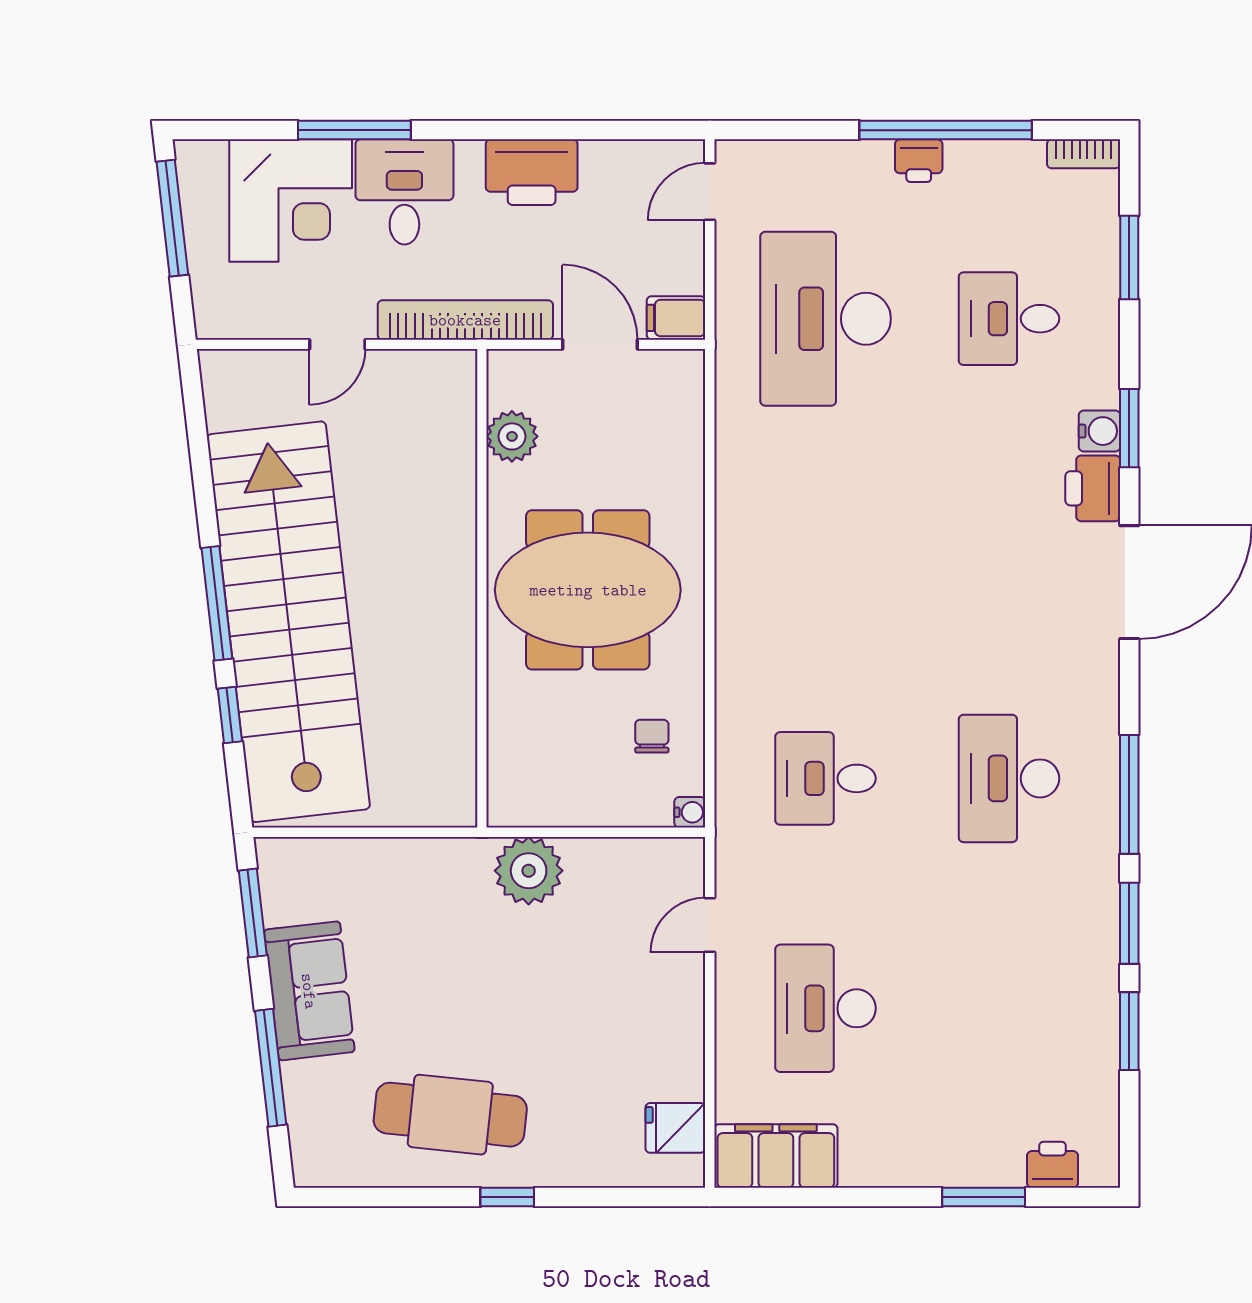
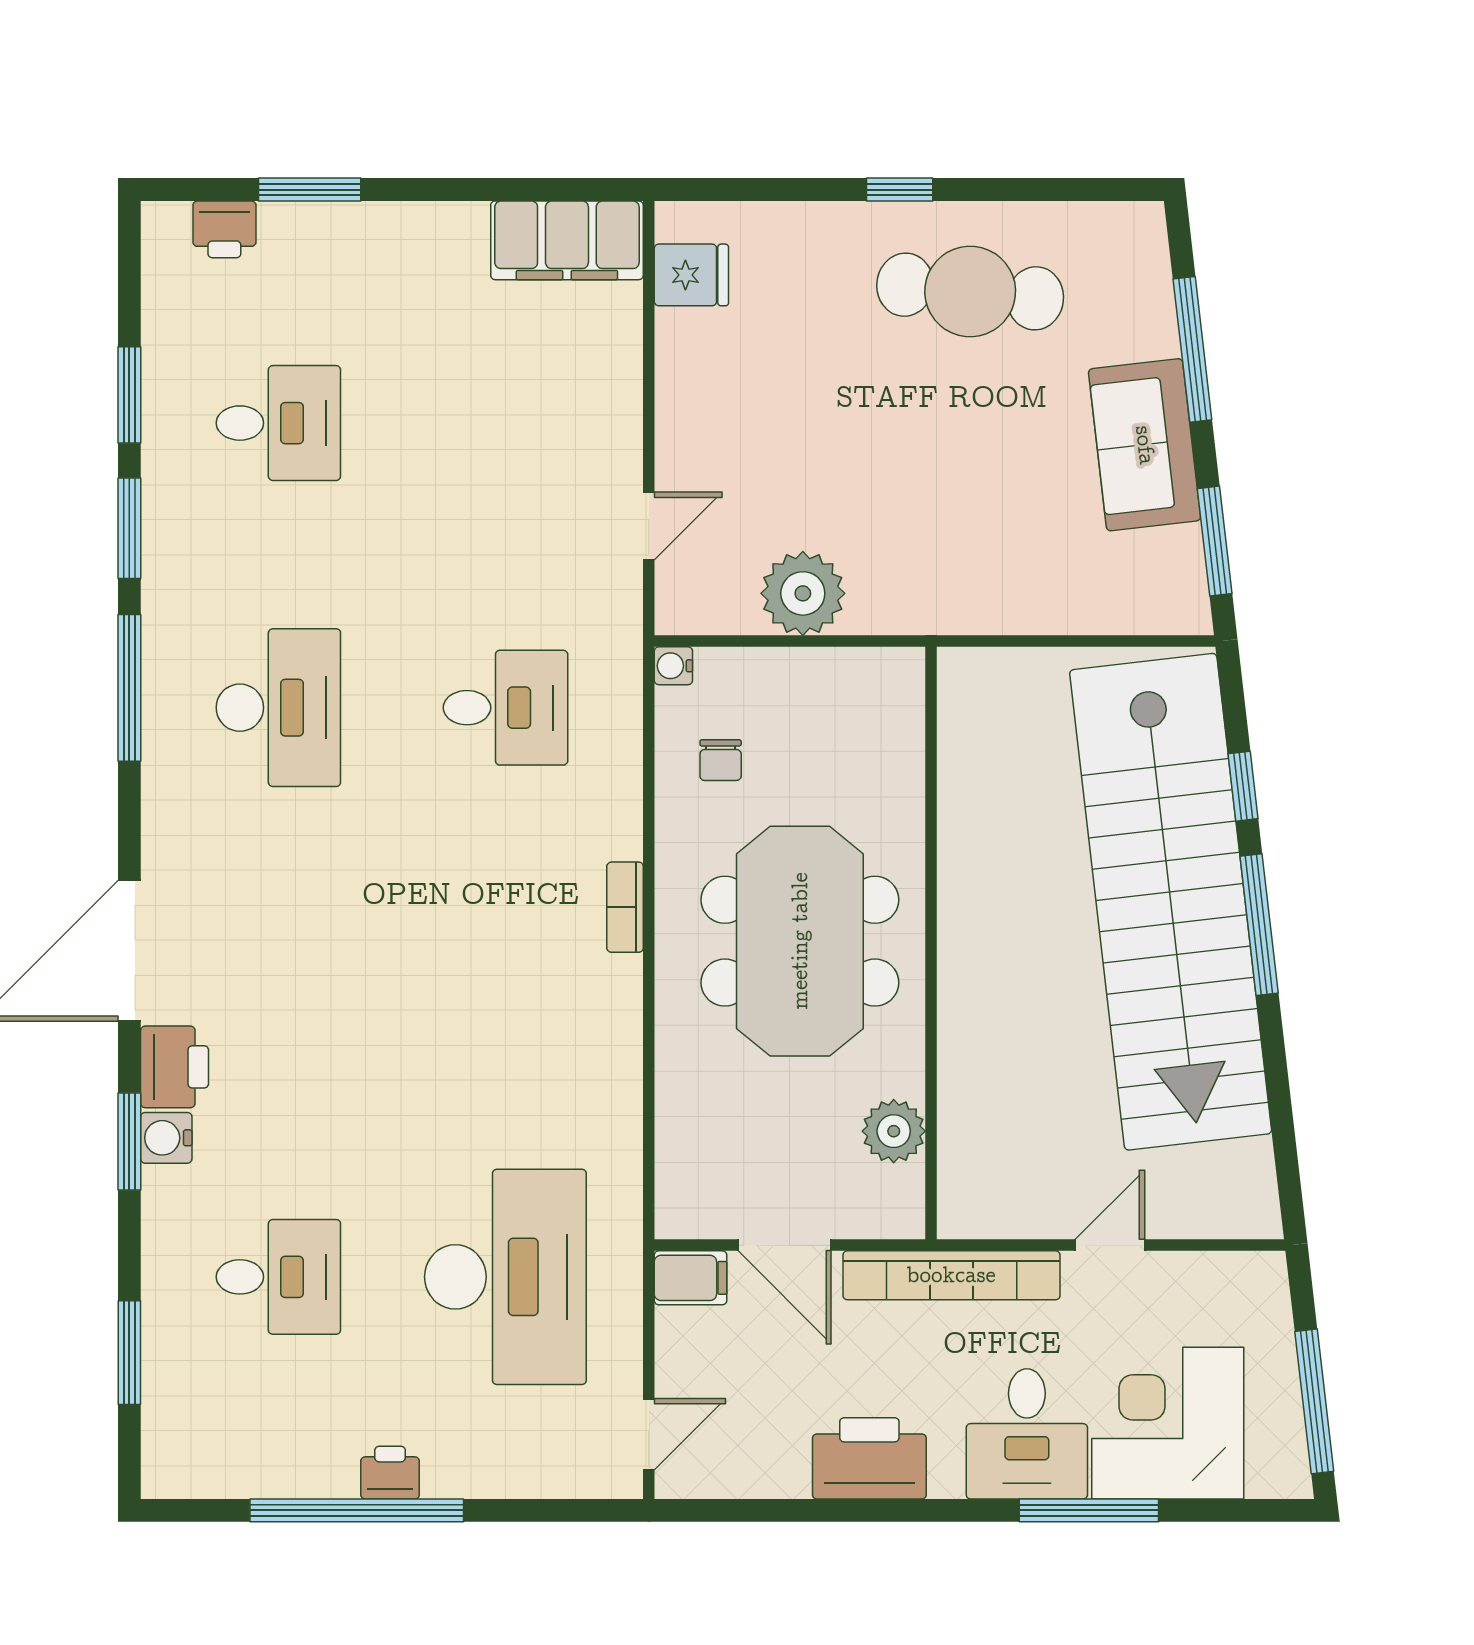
bookcase: (1084, 154) -> (625, 907), moved, turned -90
meeting table: (588, 590) -> (800, 941), turned 90
plant: (529, 871) -> (803, 593), moved
desk: (826, 1008) -> (278, 423), moved, width x0.73

